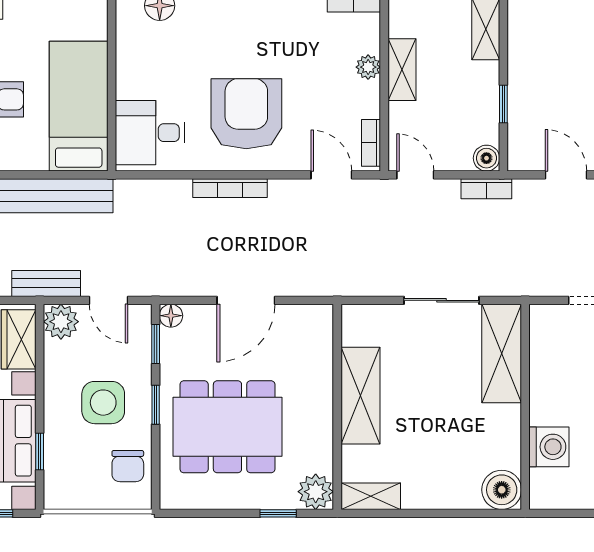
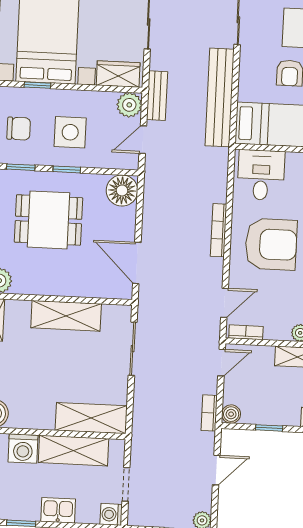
door: (246, 300) -> (137, 263), moved
sliding door: (441, 300) -> (133, 349), moved
floor lamp: (171, 316) -> (122, 190), width x1.89, depth x1.89
window: (156, 344) -> (21, 167), moved
shelving: (548, 376) -> (74, 451), added
dining table: (227, 427) -> (48, 220), width x0.73
chair: (128, 466) -> (19, 129), moved, turned 180

